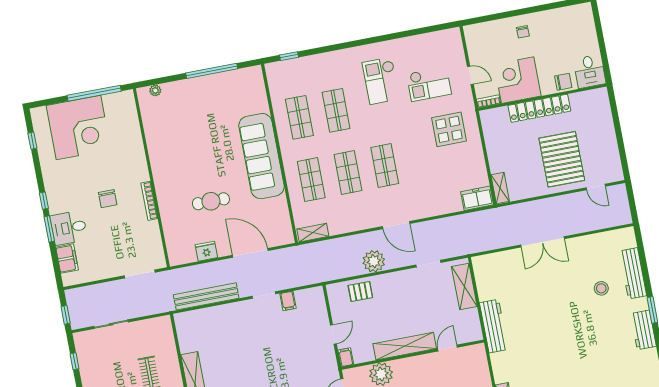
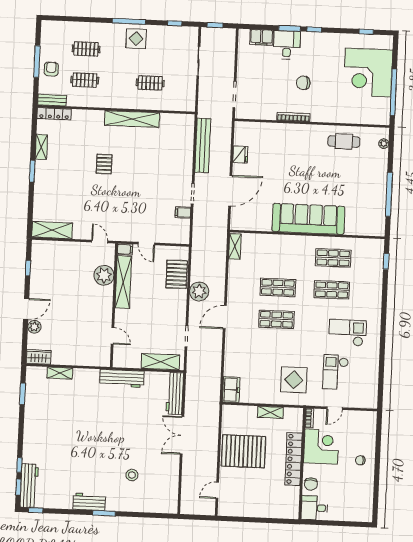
pallet: (562, 159) -> (244, 451), moved
shop shelf: (311, 180) -> (279, 256), removed
shelving: (500, 188) -> (270, 412), moved
cafe table: (211, 201) -> (344, 142), moved, turned 90
workbench: (633, 273) -> (175, 393), moved, turned -90
pallet: (360, 291) -> (177, 274), width x1.50, depth x1.42
shelving: (405, 346) -> (123, 282), moved

